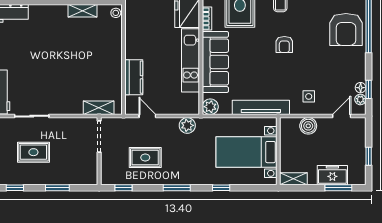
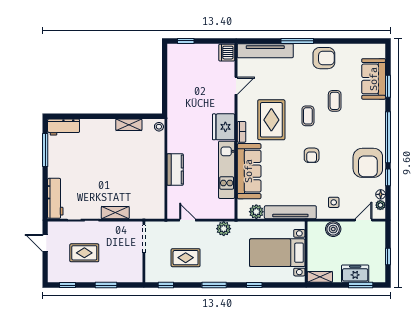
armchair: (346, 29) -> (368, 163), moved
kitchen counter: (134, 77) -> (175, 169), moved
window: (369, 89) -> (388, 177), moved
plant: (210, 107) -> (256, 212), moved
shelving: (99, 108) -> (115, 213), moved

